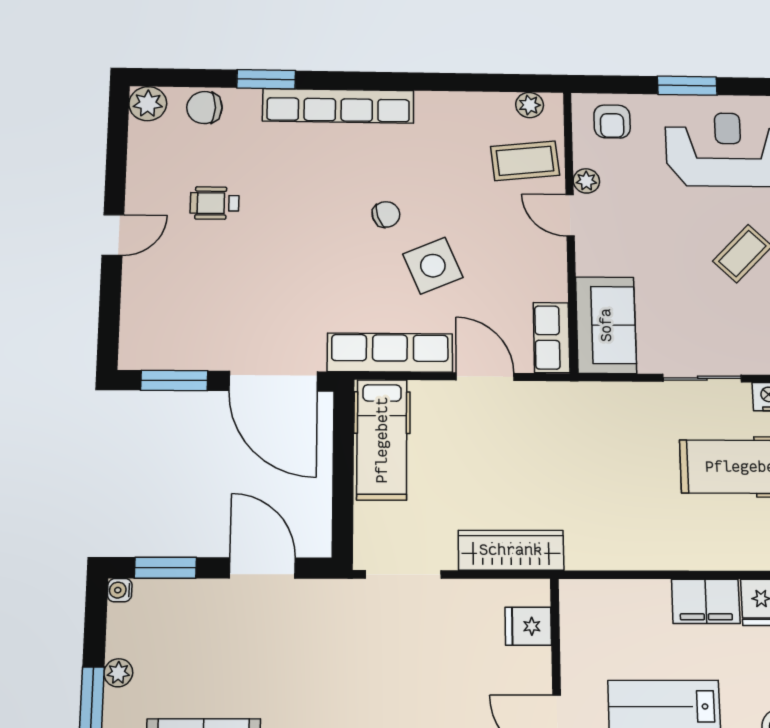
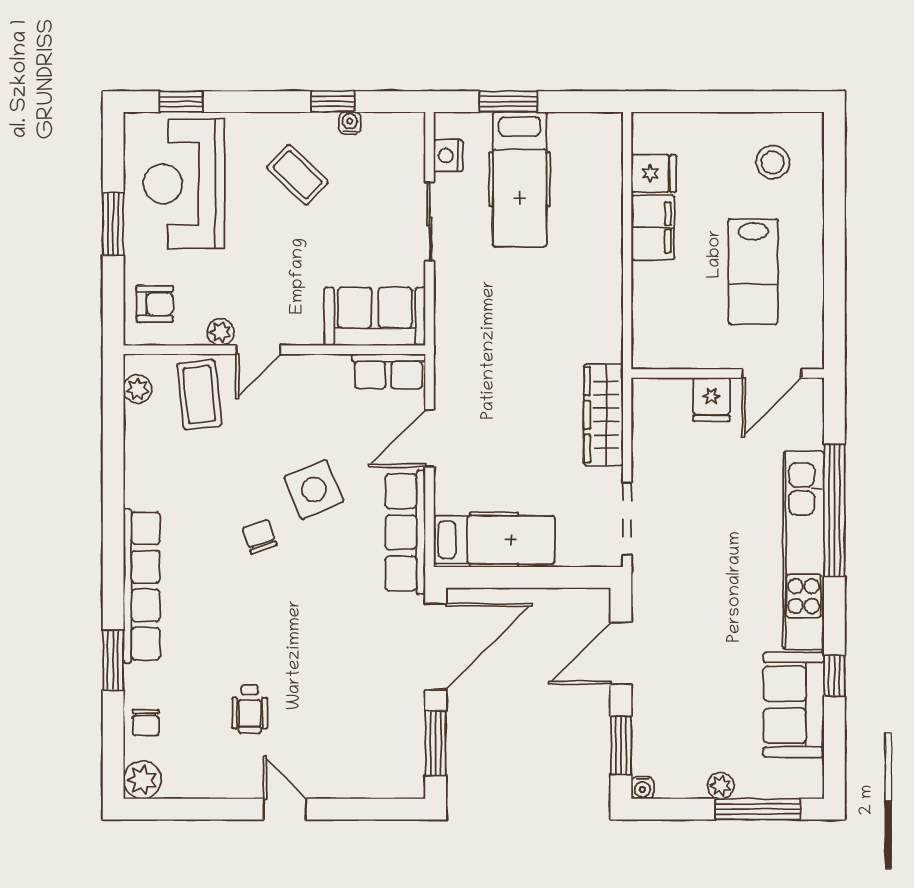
chair: (204, 108) -> (146, 722), width x0.73, depth x0.73
fridge: (528, 626) -> (711, 399), moved

